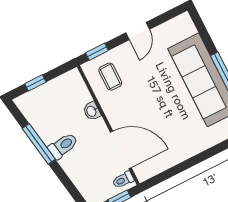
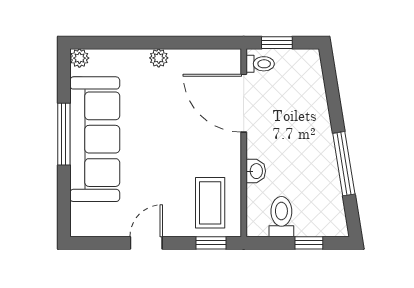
coffee table: (110, 77) -> (210, 203), width x1.36, depth x1.30
toilet: (63, 146) -> (281, 217), moved, turned 99
plant: (189, 151) -> (159, 58), added

